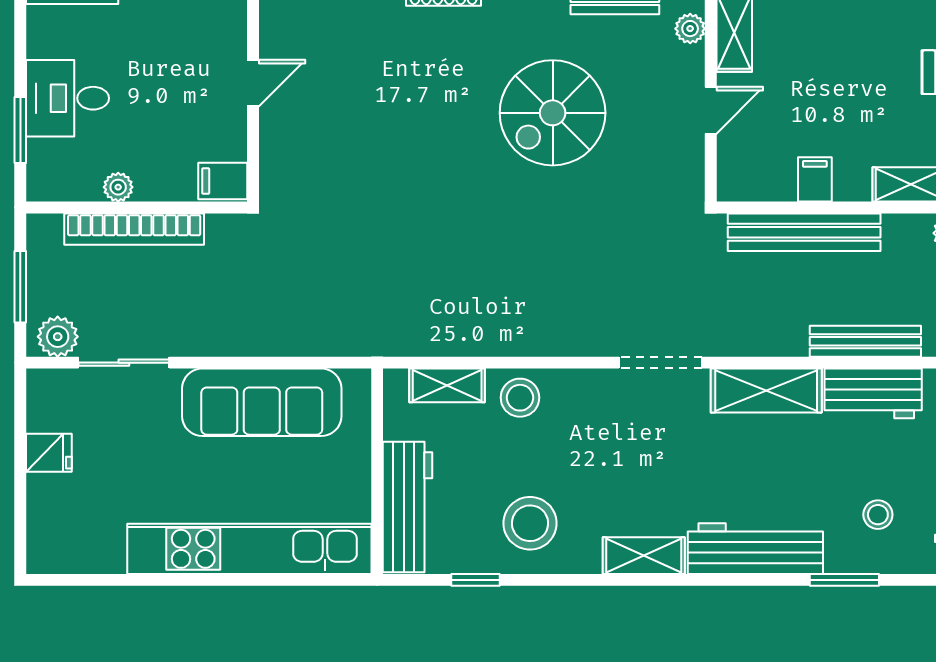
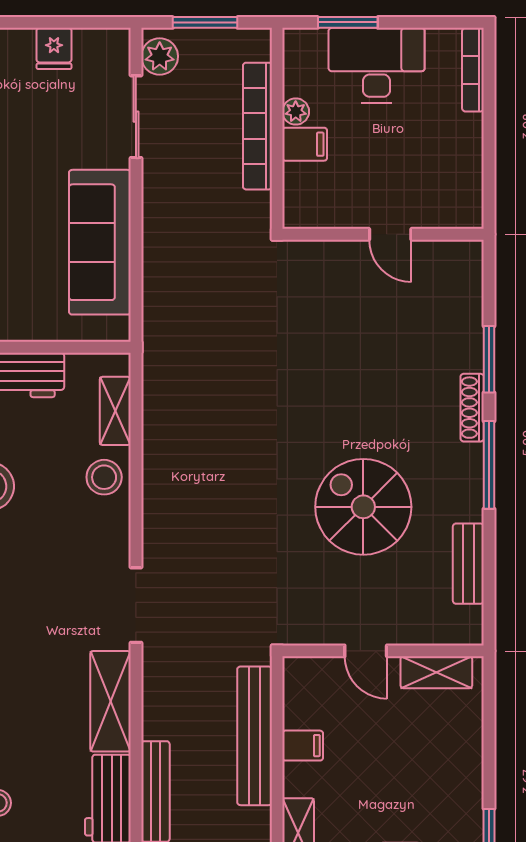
plant: (690, 29) -> (440, 632), removed
desk: (67, 98) -> (377, 65), width x1.37
filing cabinet: (223, 181) -> (305, 144), moved, turned 90

